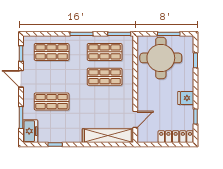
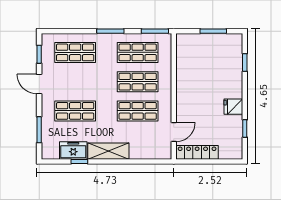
round table: (161, 58) -> (204, 60), removed
shop shelf: (105, 102) -> (138, 111), added
freezer: (30, 131) -> (73, 150), moved, turned -90
shelving: (108, 136) -> (108, 151), moved, width x0.68
locker: (176, 137) -> (197, 152), moved

